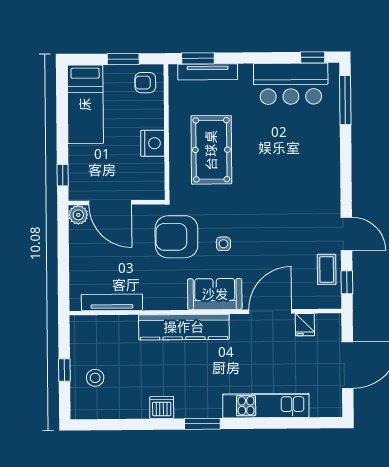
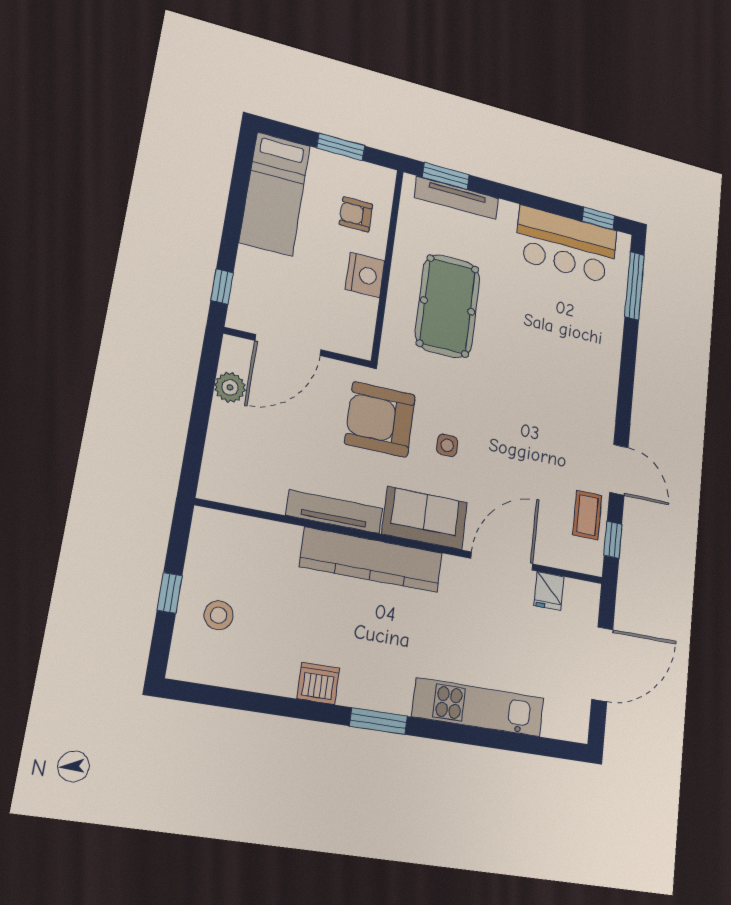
armchair: (145, 83) -> (356, 214), moved
door: (110, 203) -> (288, 345), hinge flipped
plant: (78, 215) -> (230, 387), moved
tv unit: (112, 302) -> (335, 512), moved

